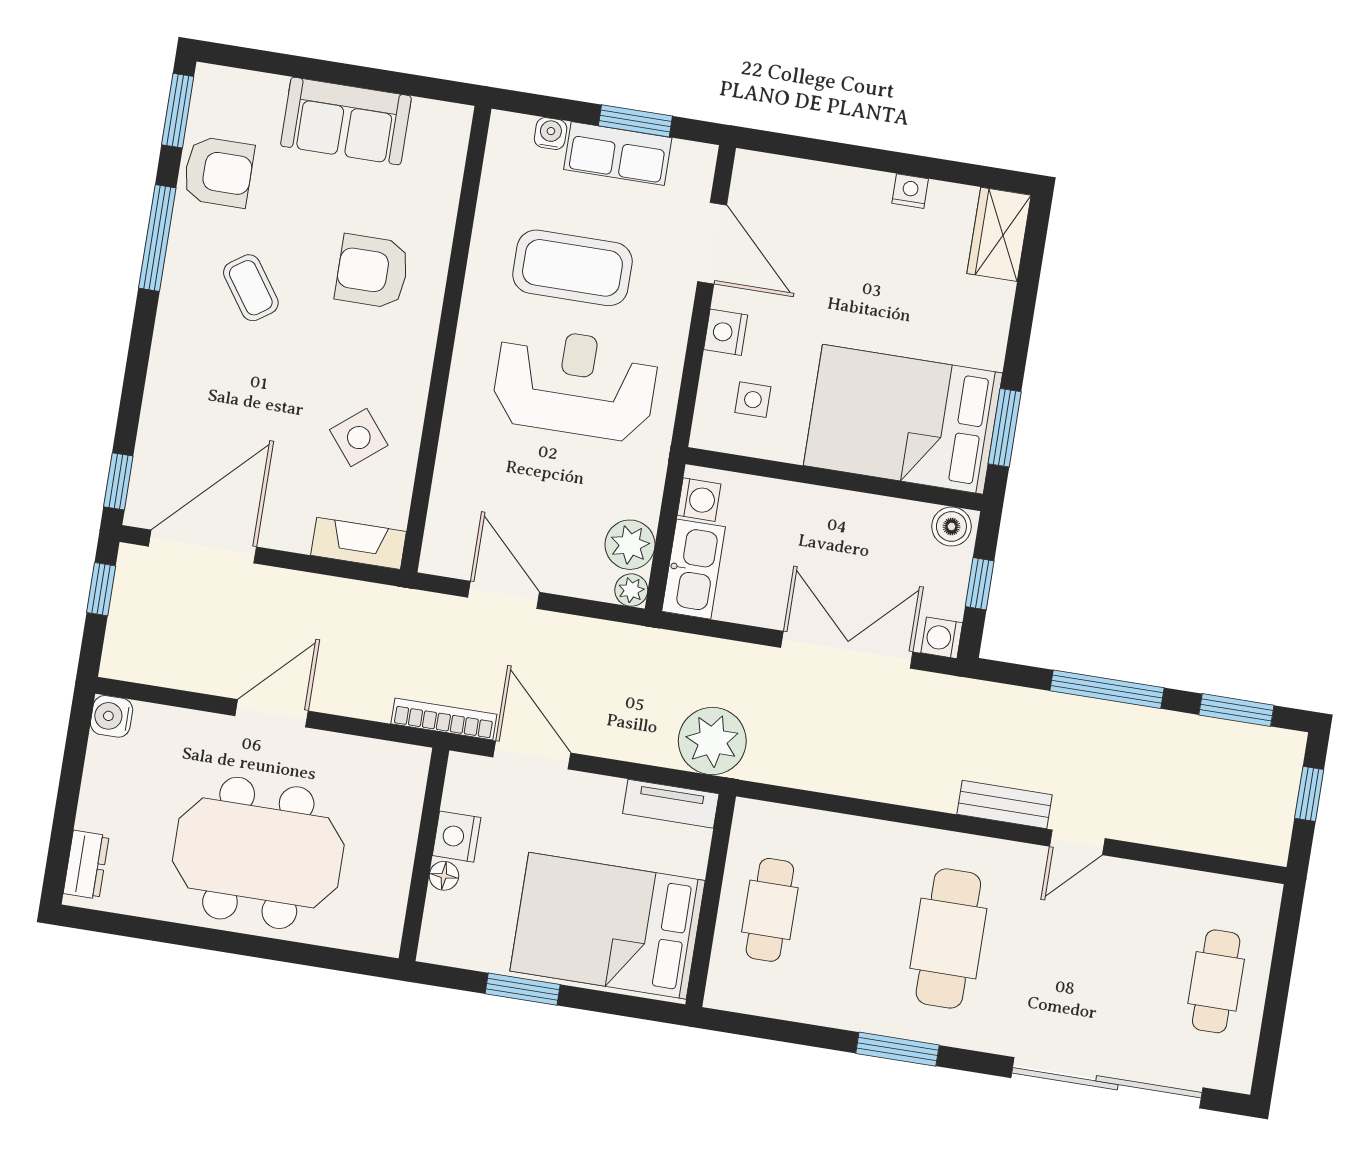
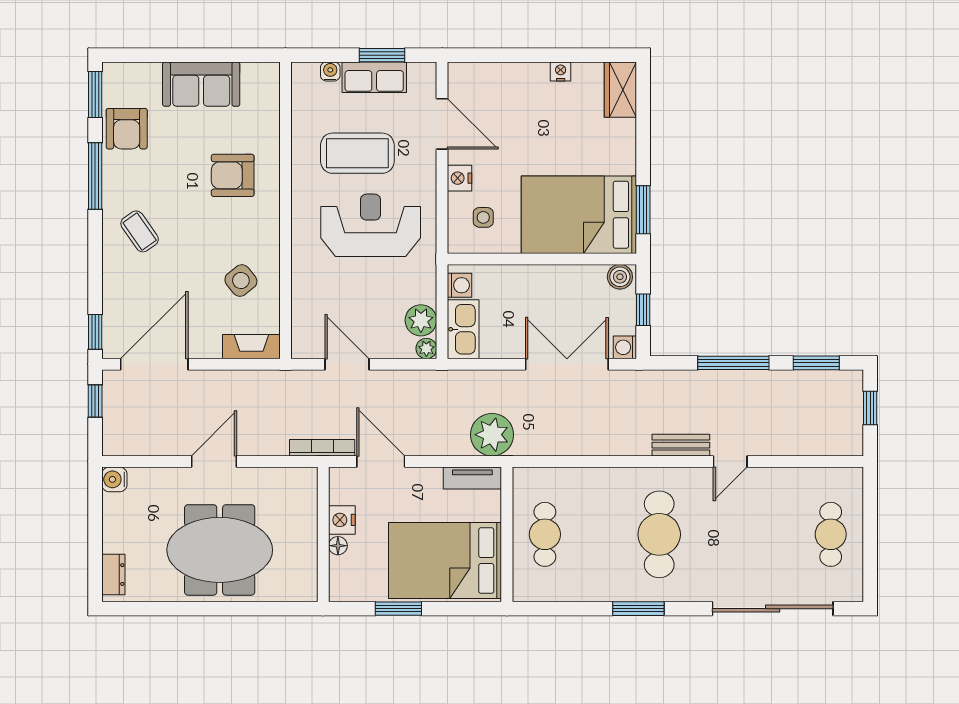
armchair: (218, 172) -> (127, 129), turned 90
coffee table: (251, 288) -> (140, 231), moved

